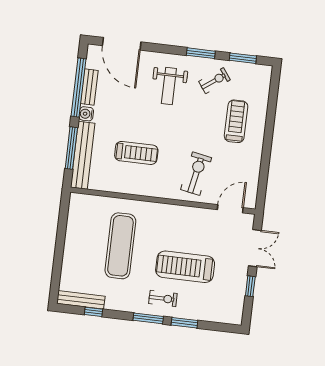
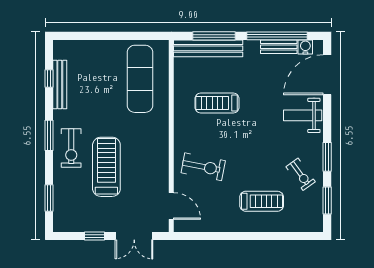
weight bench: (169, 86) -> (303, 115), moved
water cooler: (86, 114) -> (305, 47), moved
treadmill: (136, 153) -> (217, 103), turned 90
exercise mat: (120, 246) -> (140, 79), moved, turned 90
exercise bike: (163, 298) -> (71, 148), width x1.38, depth x1.39
bench: (81, 300) -> (60, 85), moved
window: (184, 323) -> (49, 198), moved

